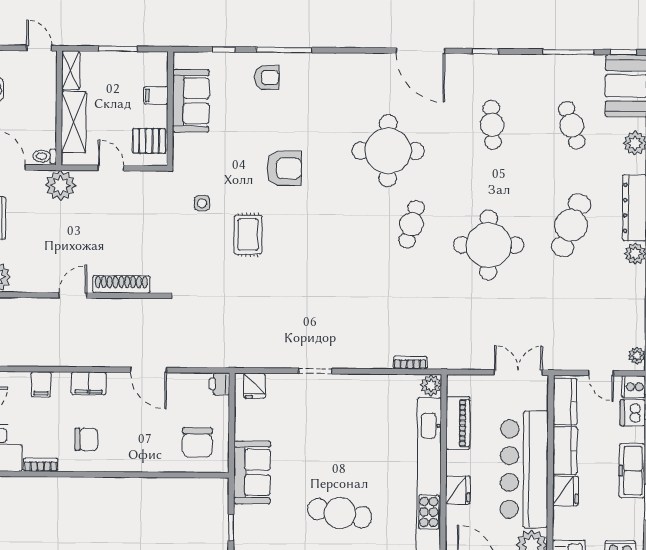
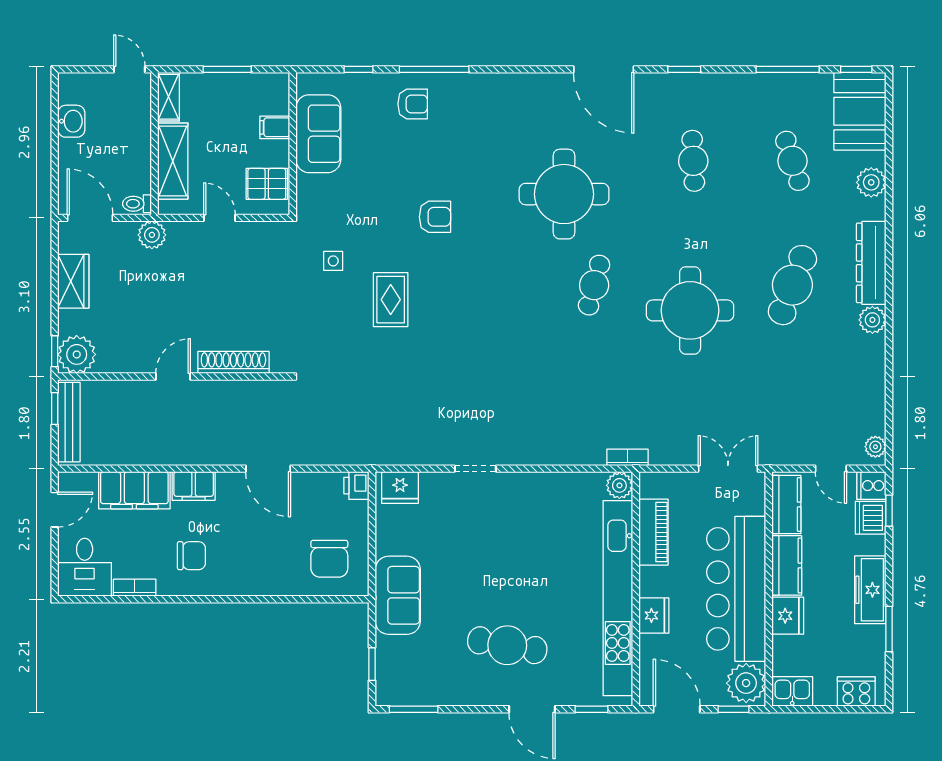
armchair: (284, 168) -> (435, 217), width x0.72, depth x0.72
plant: (61, 185) -> (152, 235), width x0.73, depth x0.73
bookcase: (410, 363) -> (627, 457), moved
filing cabinet: (41, 384) -> (134, 490), width x3.00, depth x1.17
fridge: (255, 386) -> (400, 488), width x1.38

